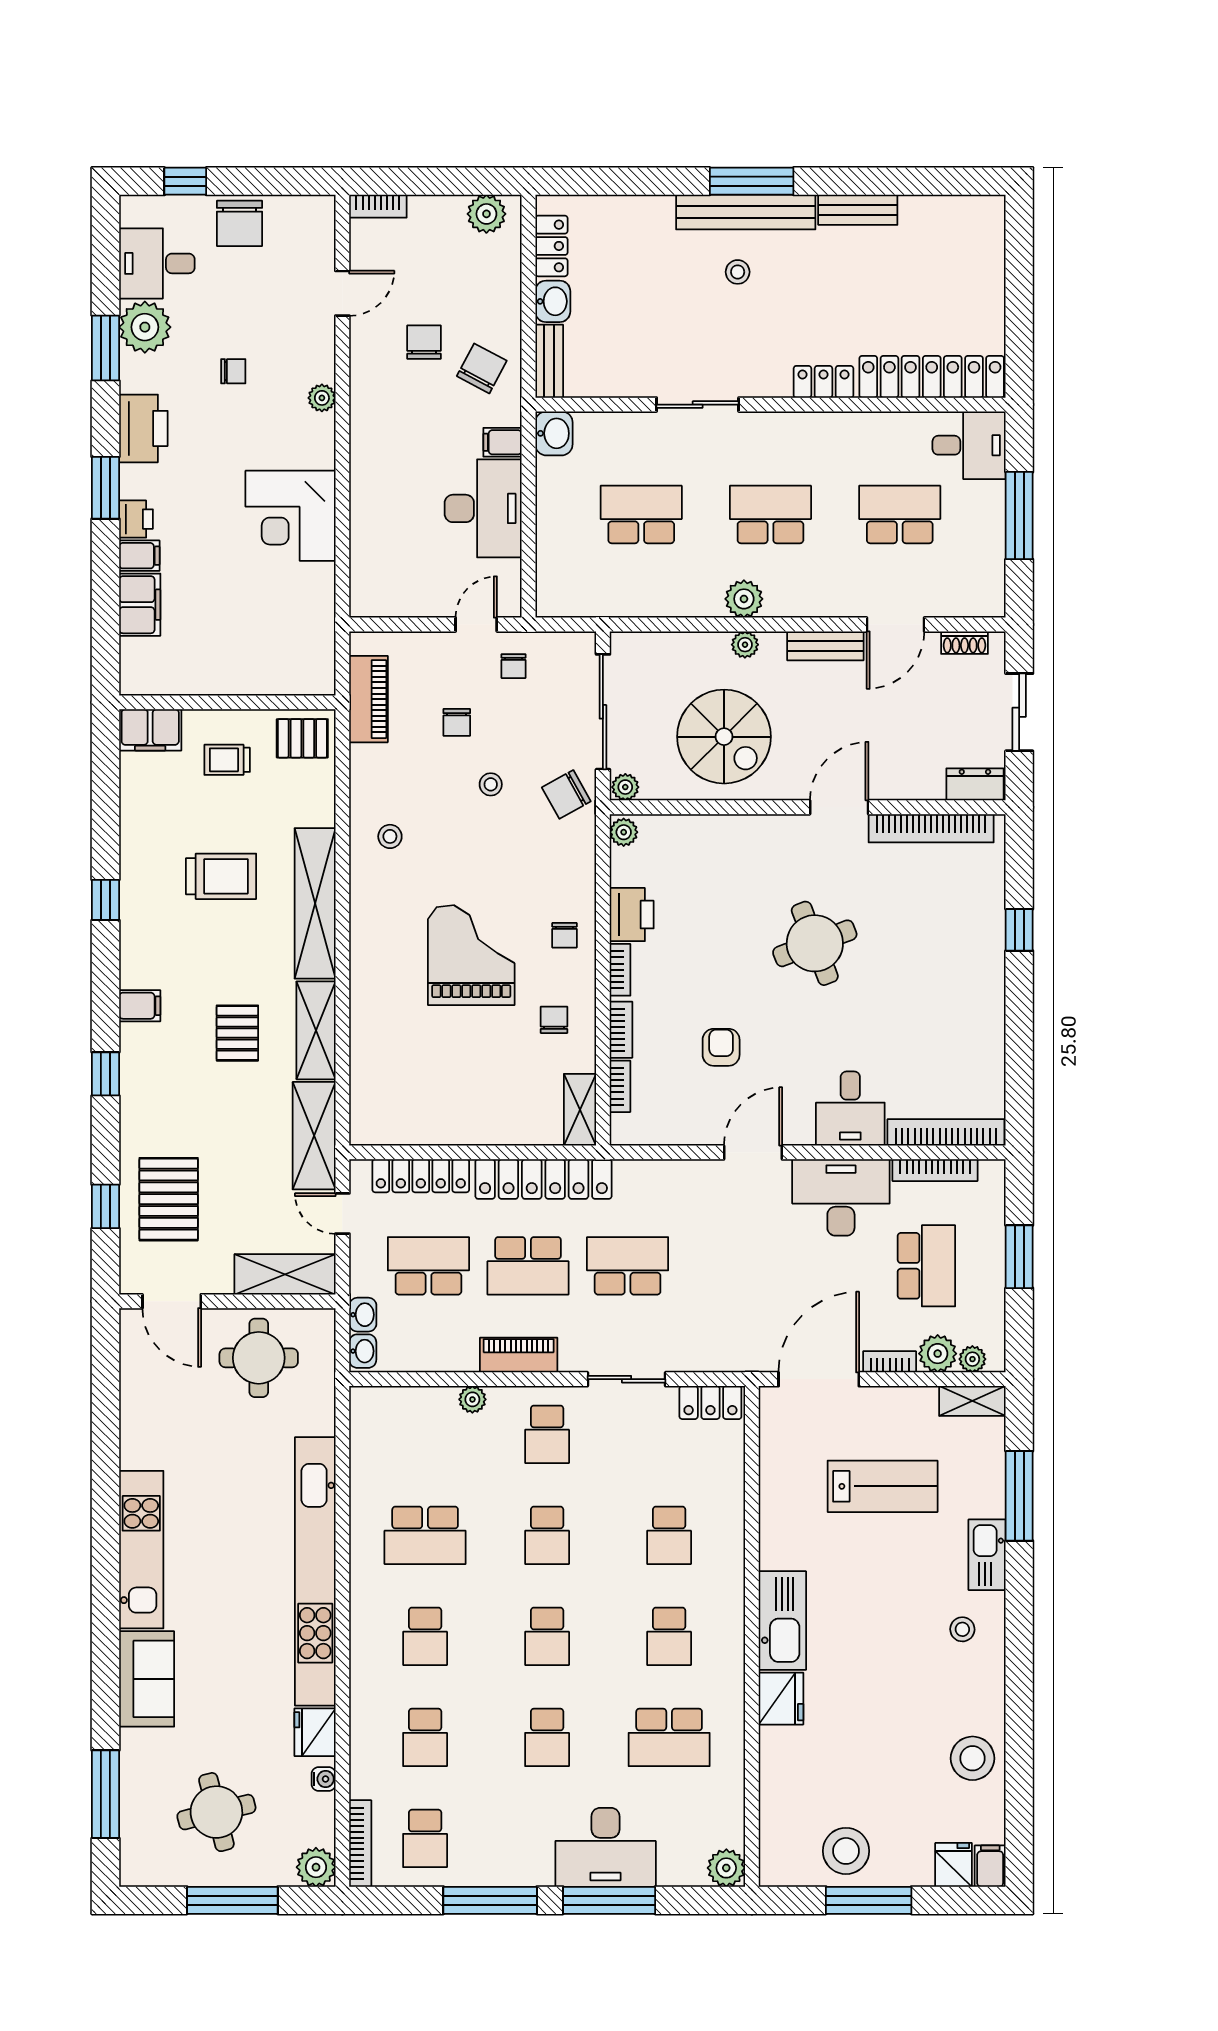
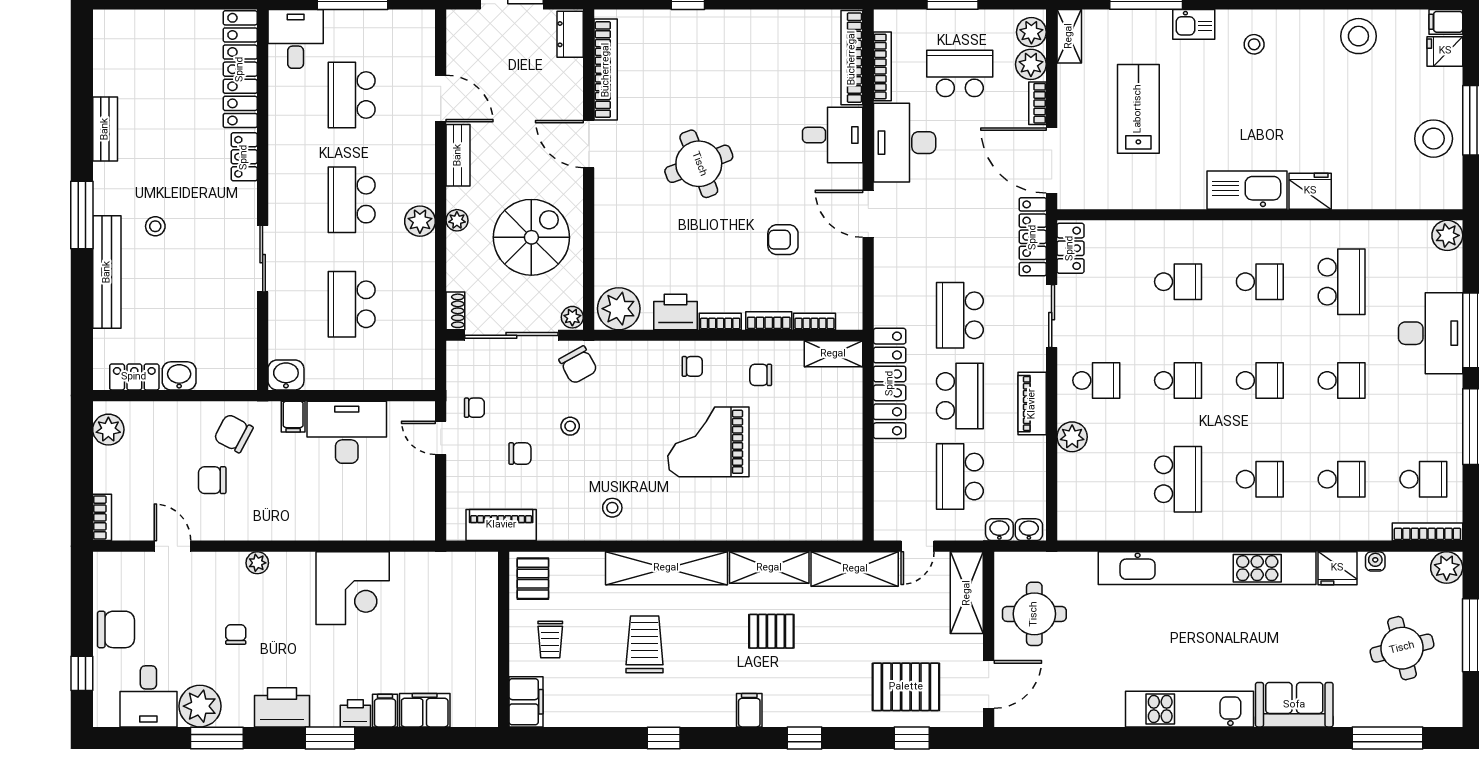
bench: (746, 212) -> (107, 272), moved
bench: (549, 361) -> (228, 379), removed
shoe rack: (965, 643) -> (455, 311), moved
plant: (624, 832) -> (619, 309), width x1.88, depth x1.88
locker: (421, 1176) -> (1033, 237), moved, turned 180
plant: (972, 1359) -> (1031, 32), width x1.38, depth x1.38
plant: (472, 1399) -> (1072, 437), width x1.38, depth x1.38
kitchen sink: (987, 1555) -> (1194, 24), width x0.73

